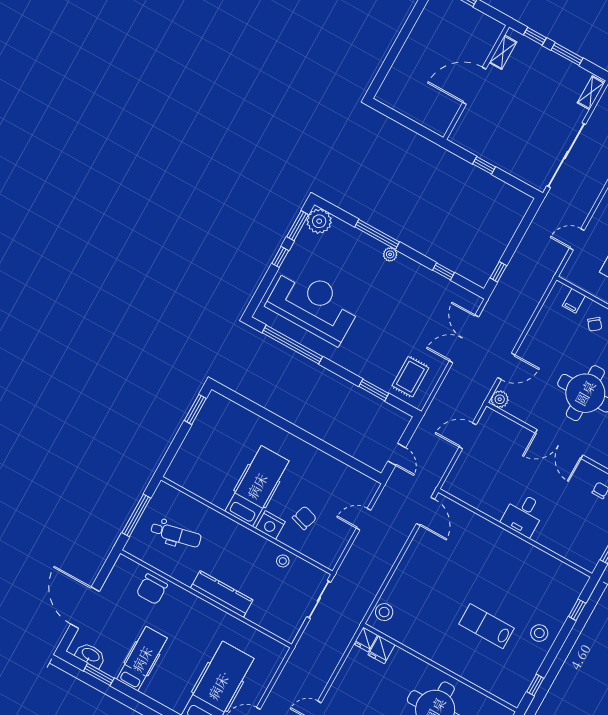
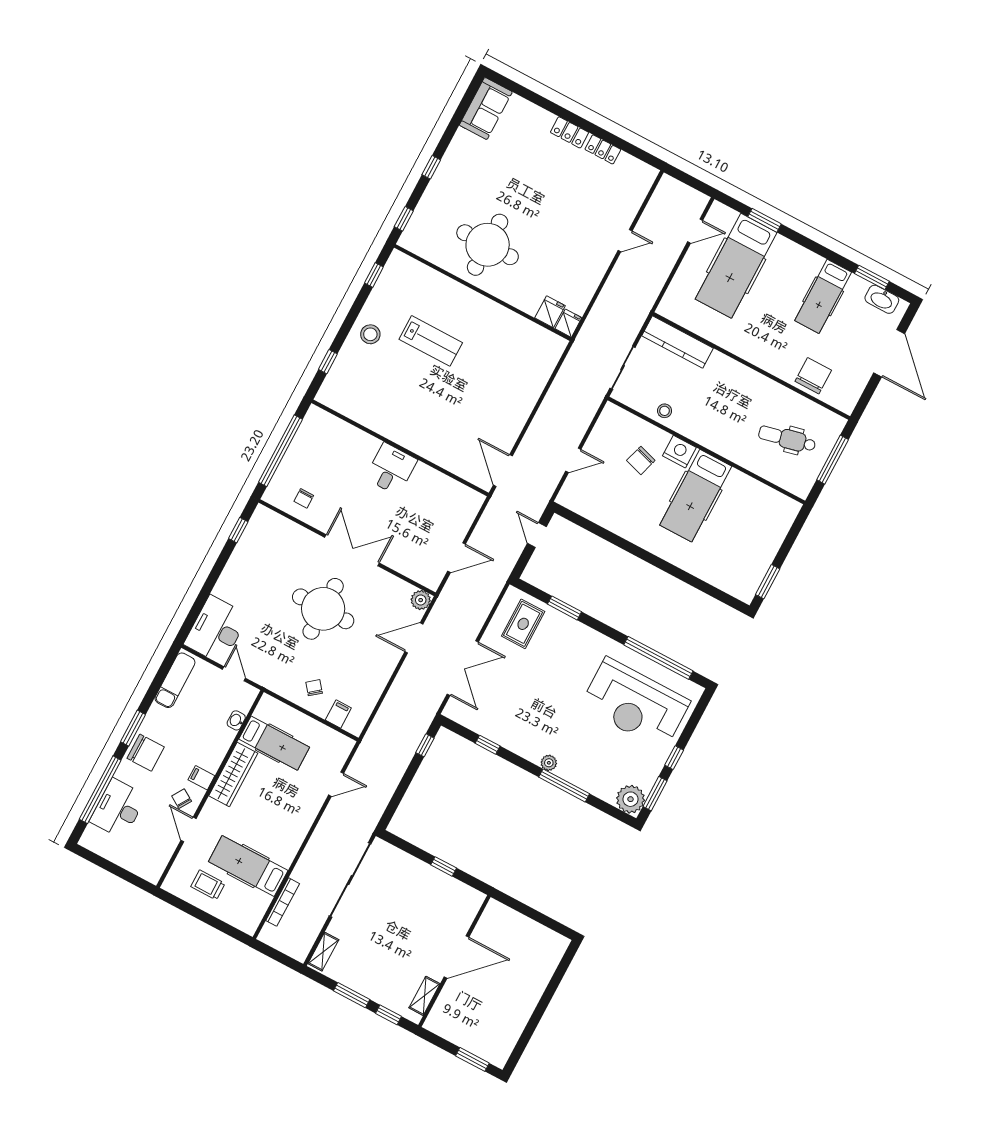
kitchen counter: (222, 594) -> (678, 342), moved
stool: (384, 612) -> (548, 355), removed

